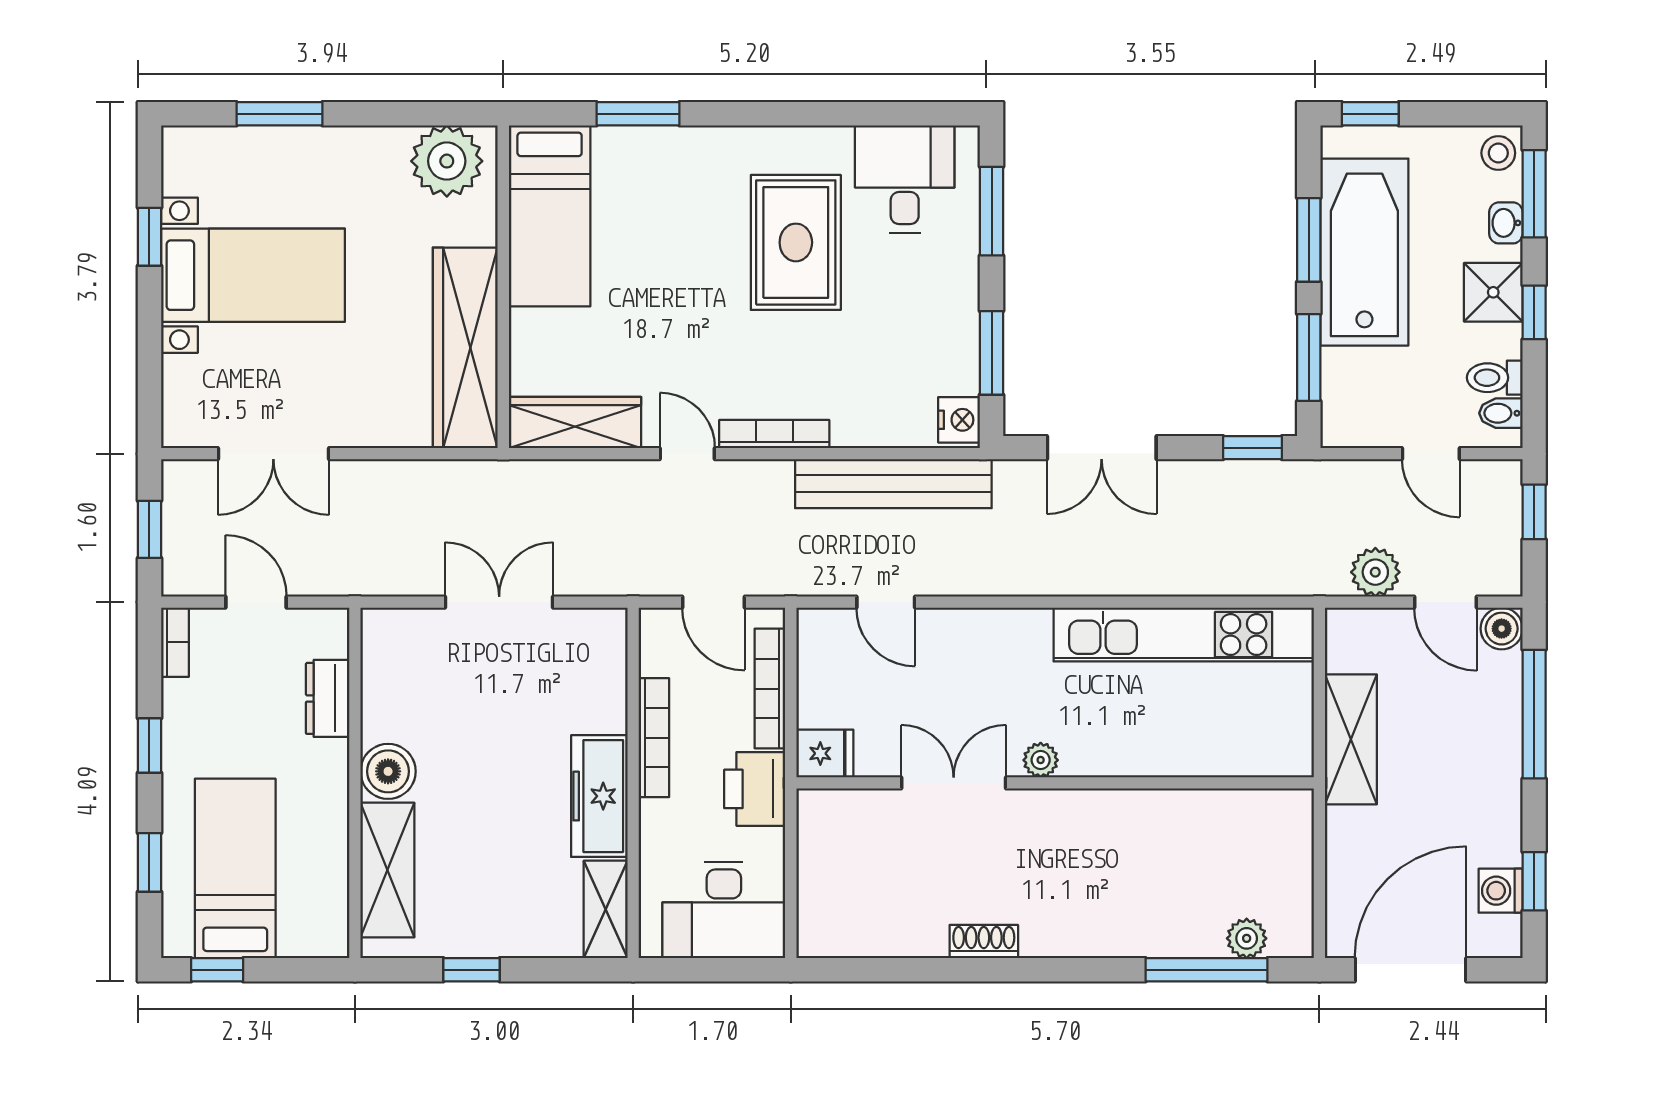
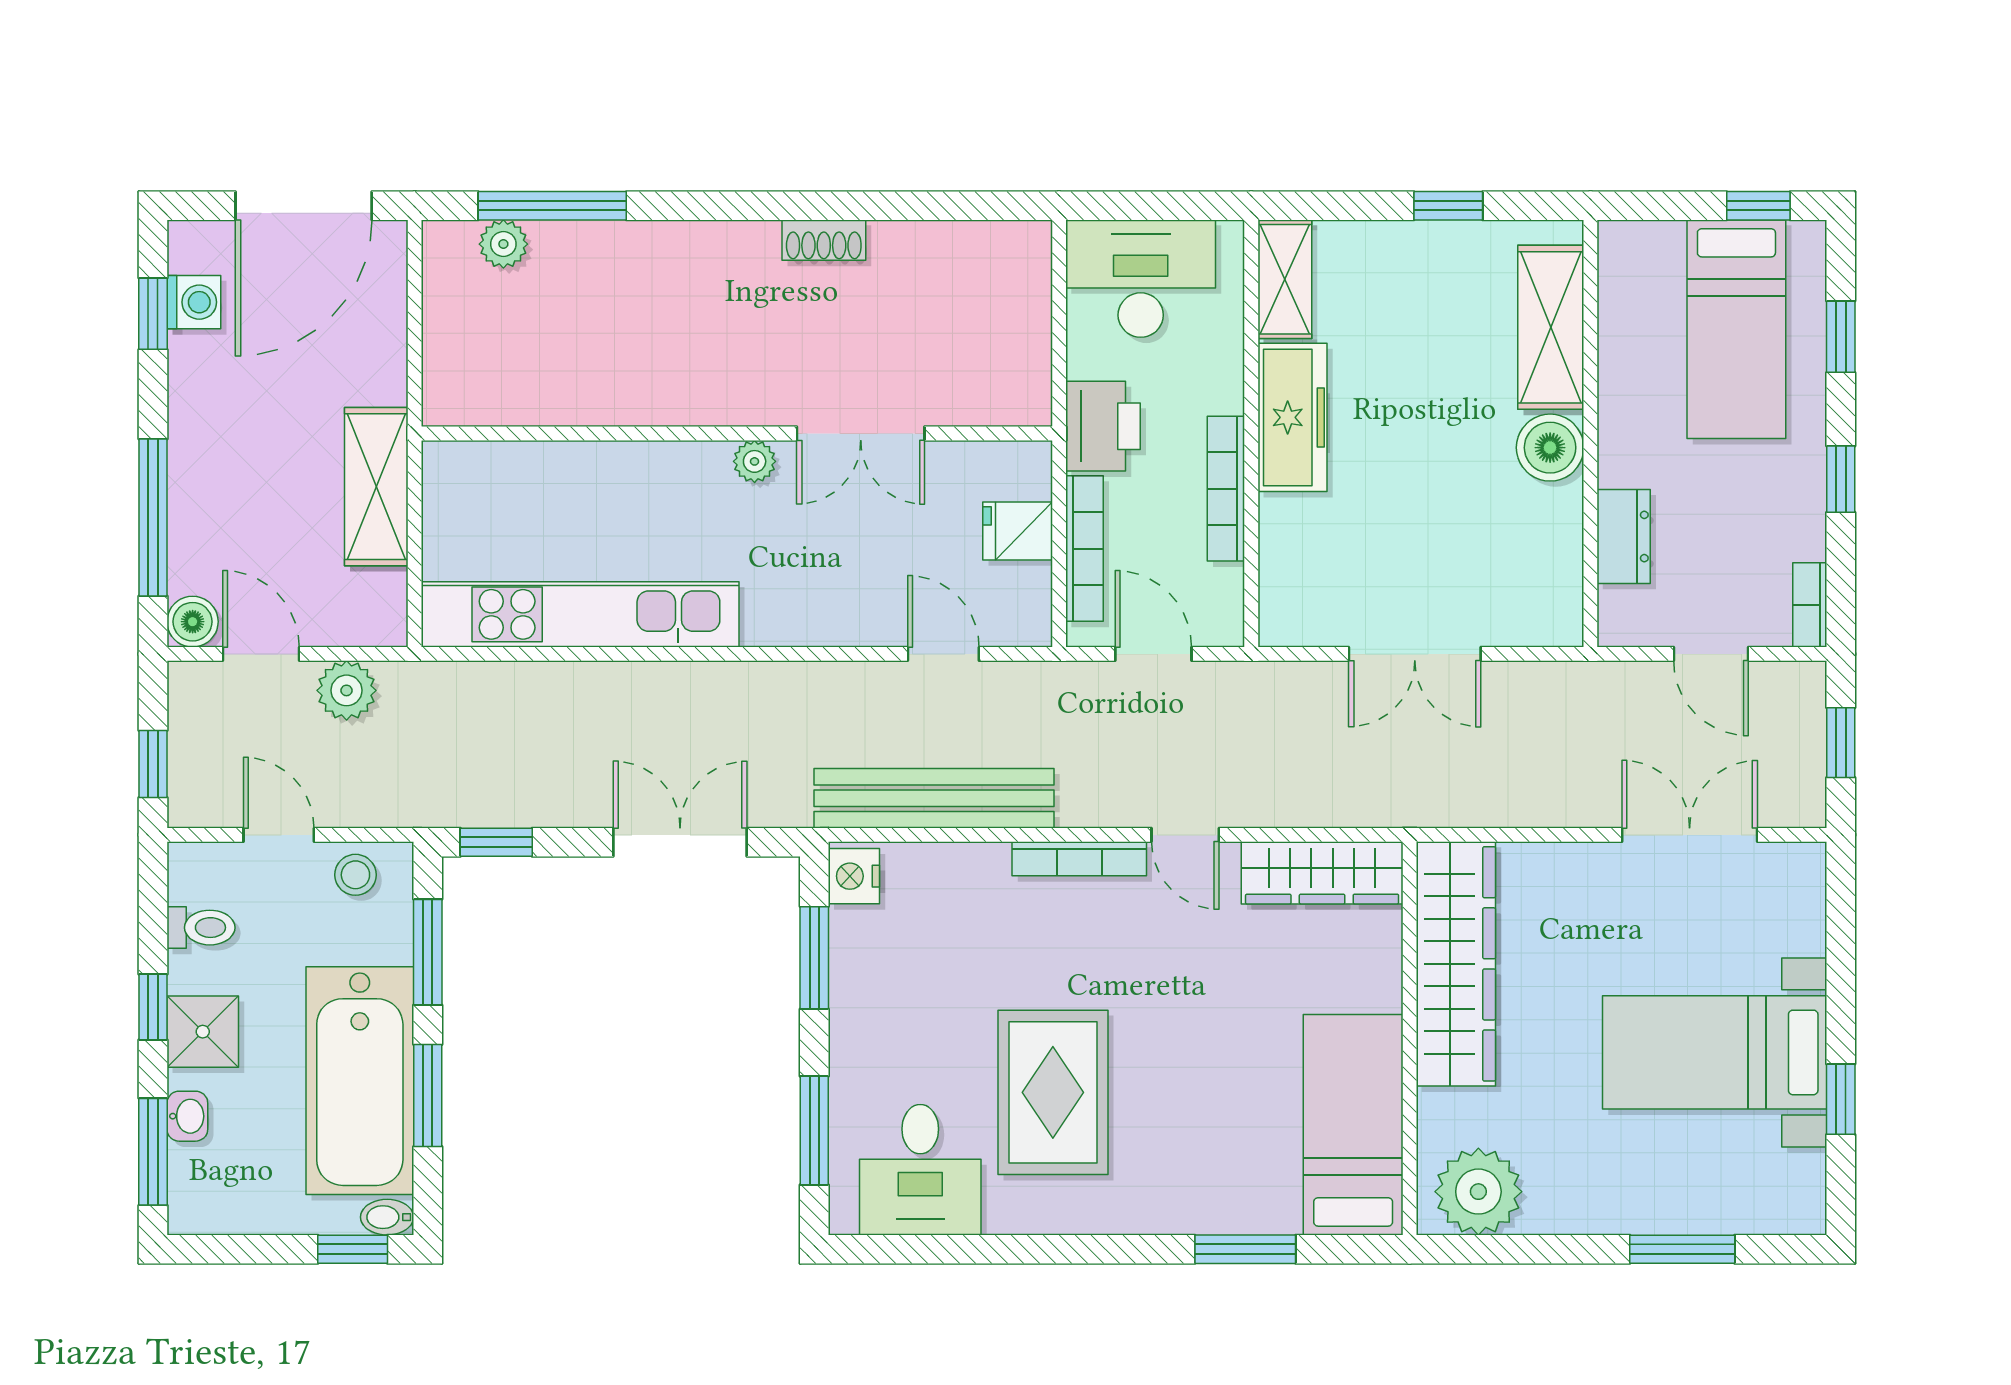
stool: (1498, 153) -> (355, 875), moved
bidet: (1501, 413) -> (387, 1217), moved, turned 180
fridge: (825, 753) -> (1018, 531), moved

